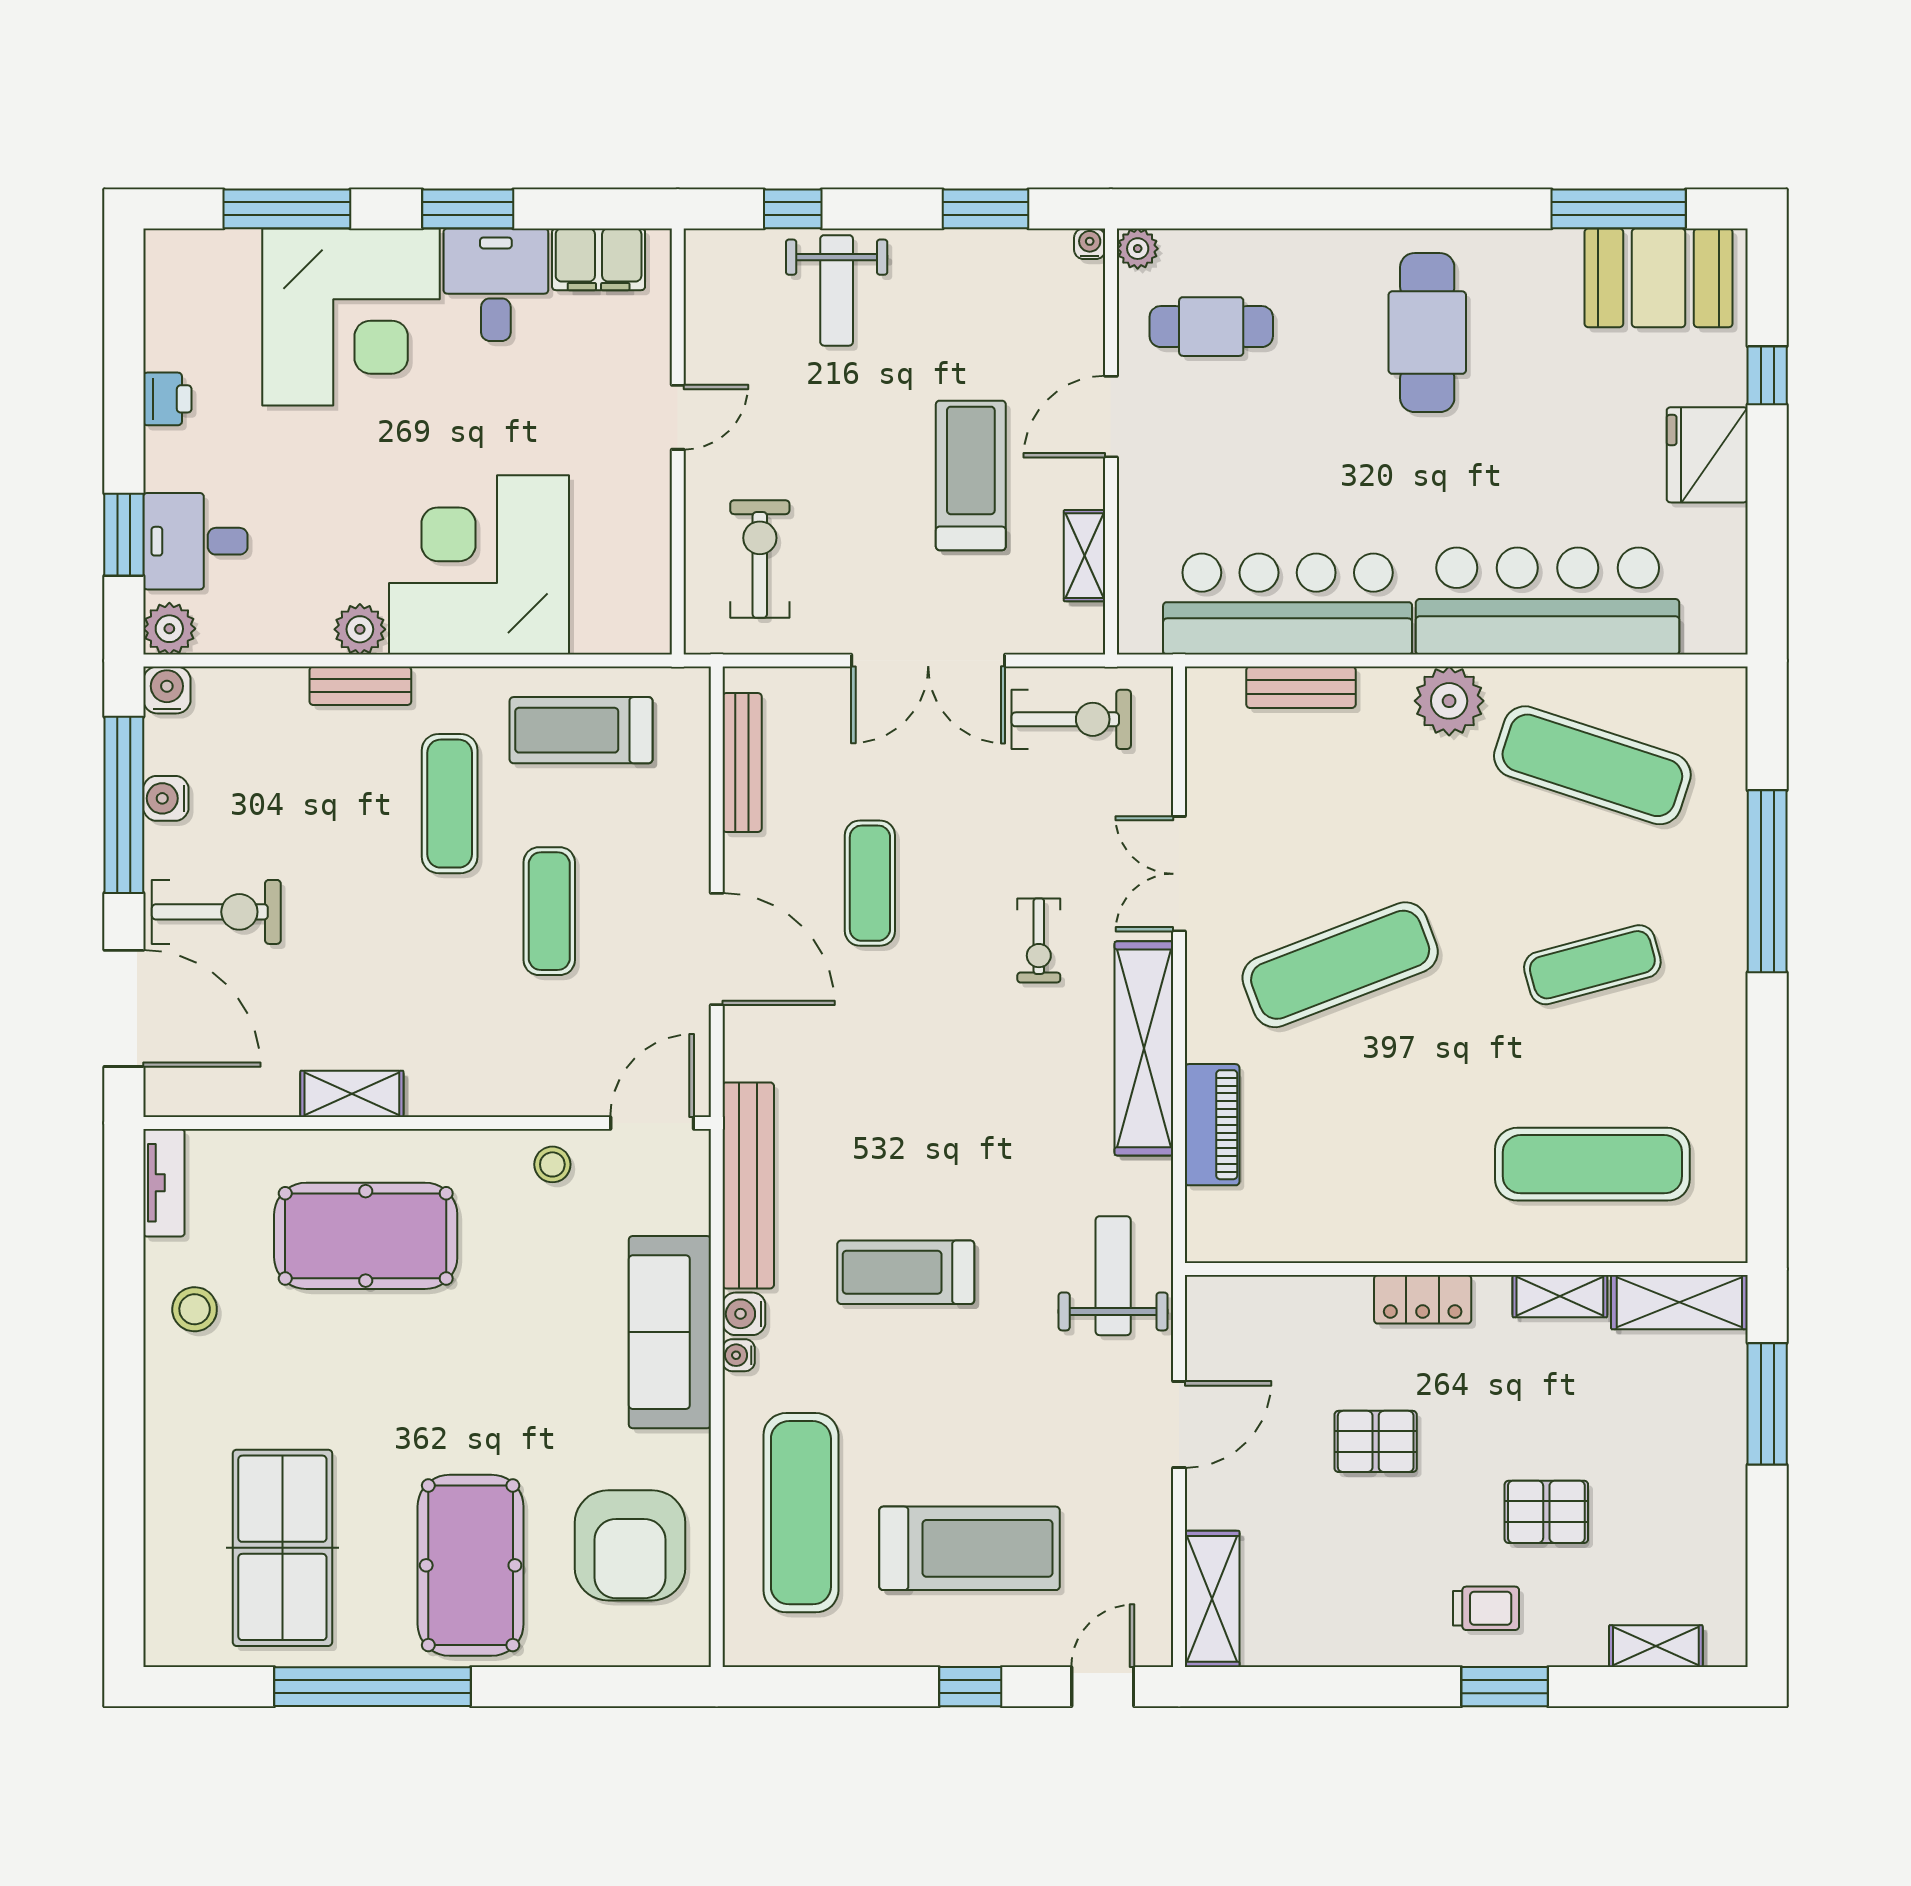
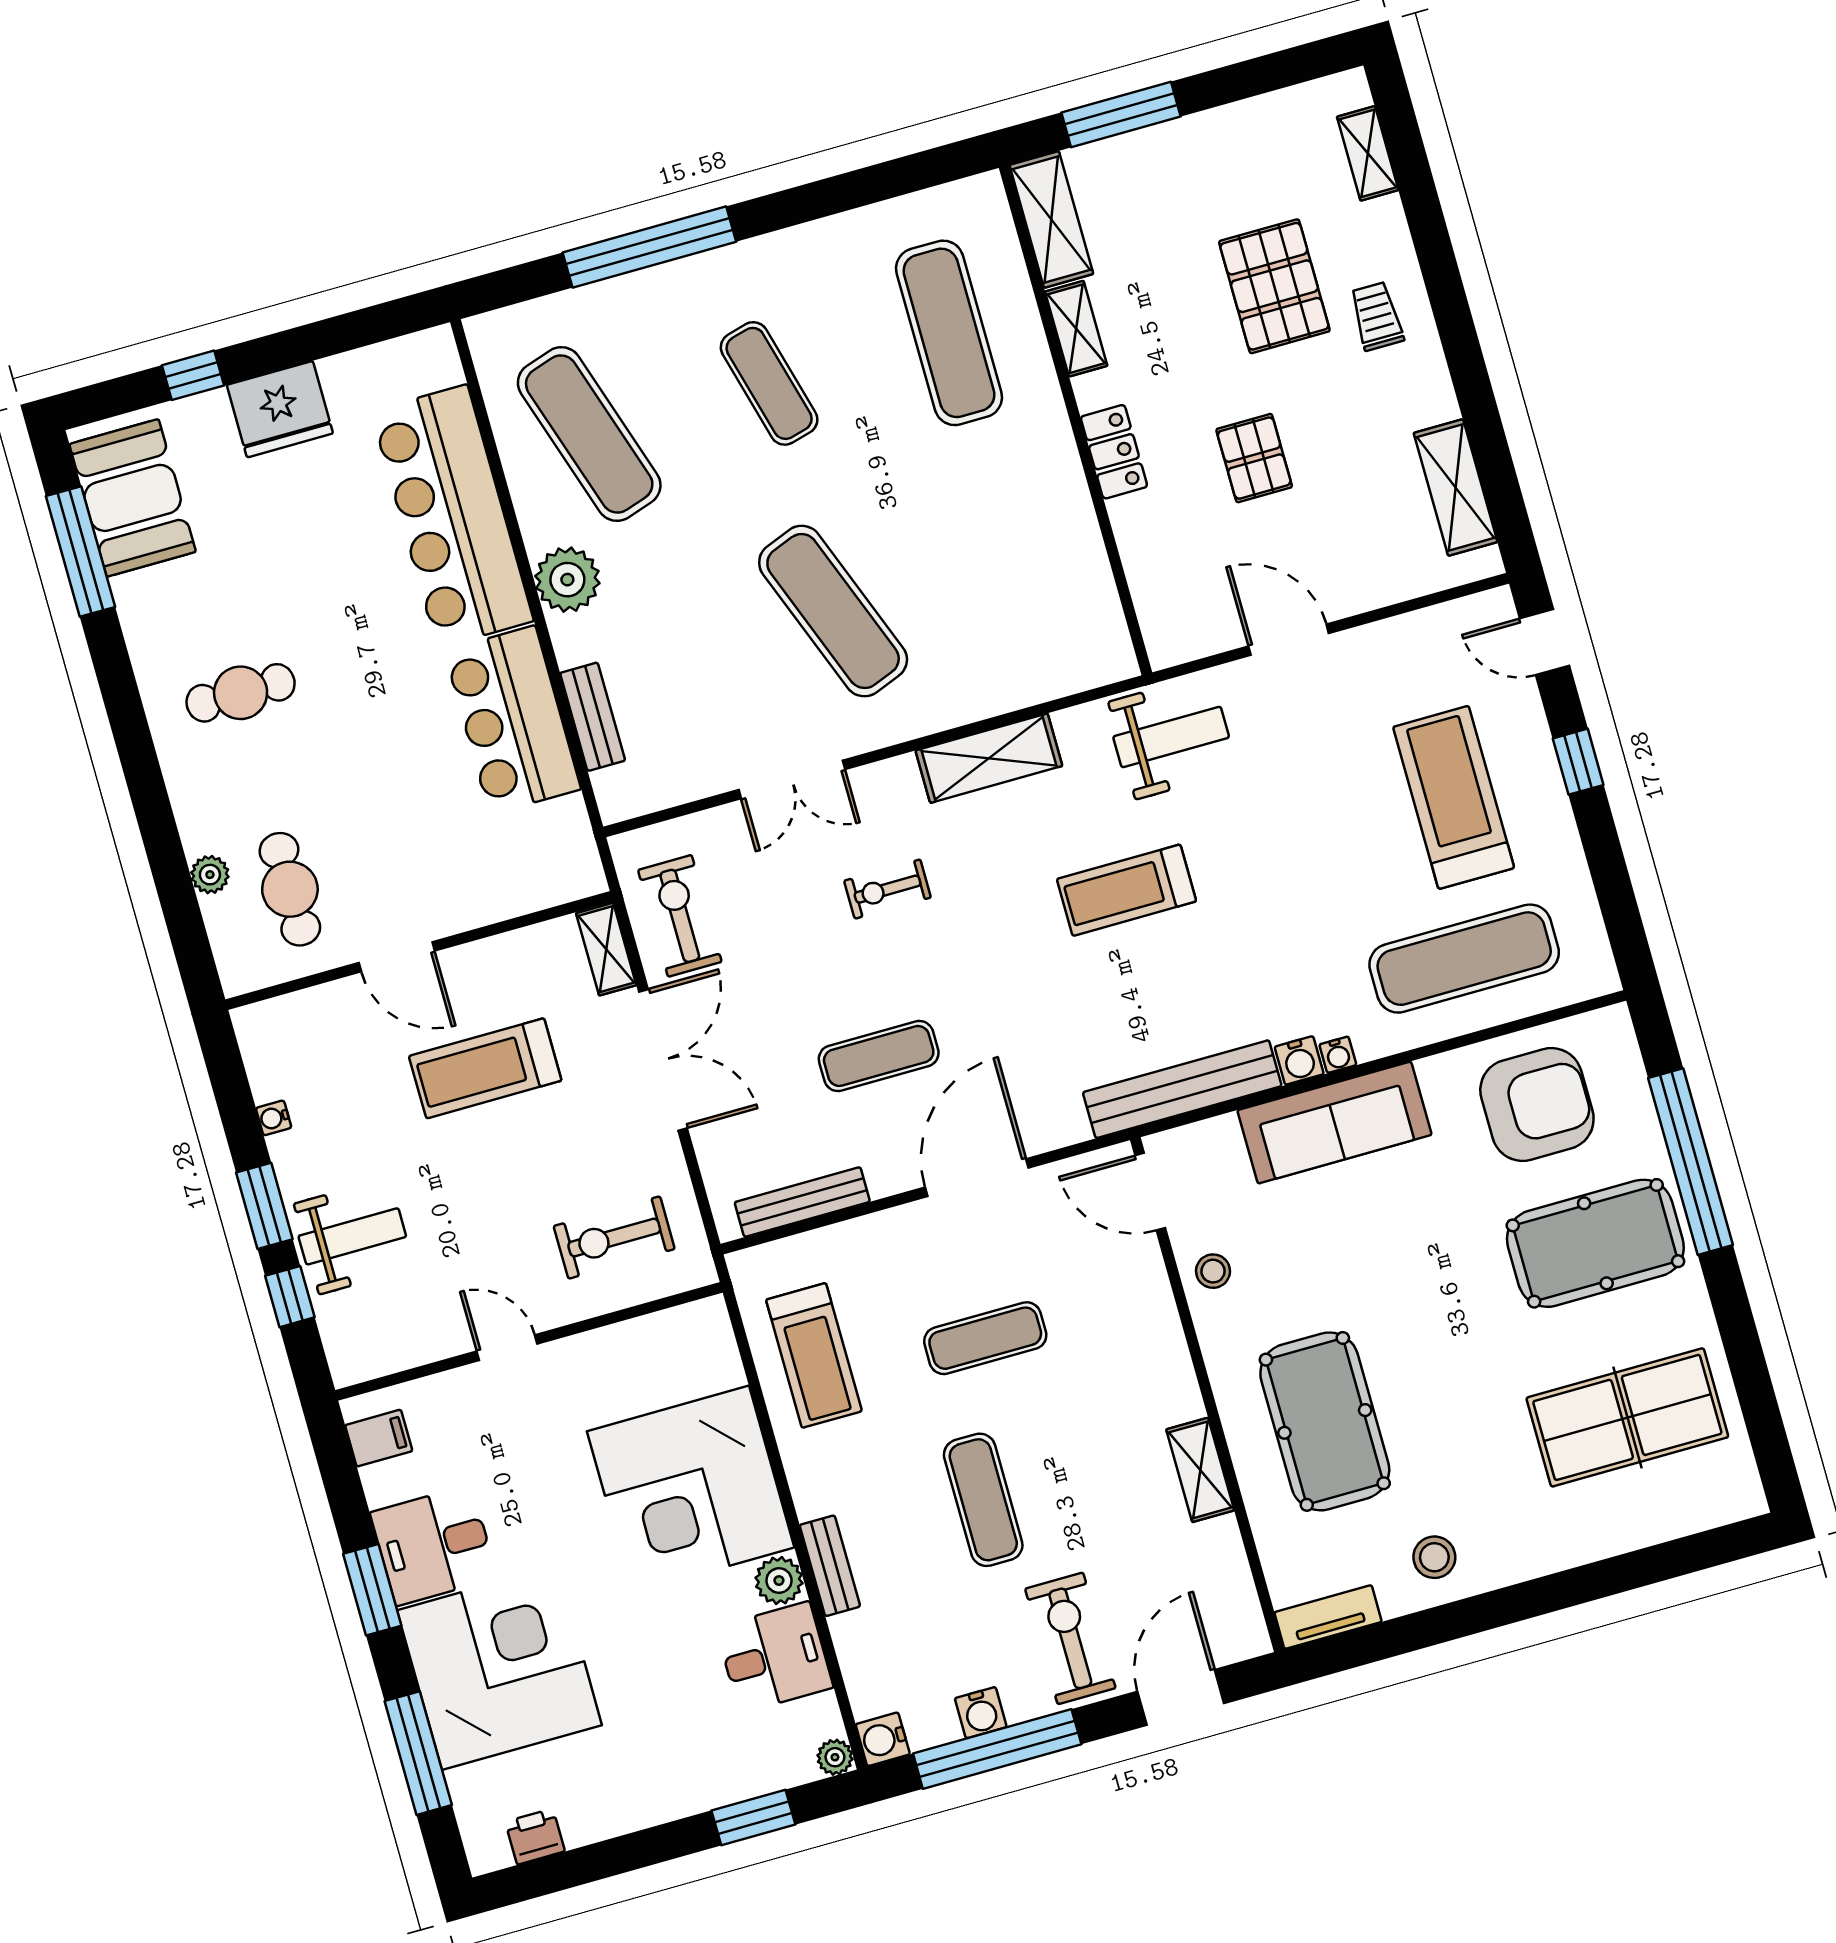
window: (985, 209) -> (264, 1206), moved
water cooler: (1090, 244) -> (274, 1118), moved
plant: (1138, 249) -> (210, 875), moved
filing cabinet: (599, 259) -> (379, 1438), width x0.50
cafe table: (1427, 333) -> (241, 693), width x0.73, depth x0.74
printer: (167, 399) -> (535, 1837), moved
desk: (195, 541) -> (775, 1657), moved, turned -90
shelving: (1084, 556) -> (606, 949), moved, turned 90
bar counter: (1288, 604) -> (512, 720), width x0.73
plant: (169, 629) -> (835, 1757), width x0.73, depth x0.73
exercise mat: (1592, 765) -> (589, 434), turned -36
exercise mat: (450, 804) -> (983, 1500), moved, turned 90
exercise bike: (1039, 940) -> (887, 889), turned 180
door: (124, 1008) -> (1181, 1697), width x0.73
shelving: (1144, 1048) -> (989, 758), width x0.68
piano: (1212, 1125) -> (1010, 686), removed
treadmill: (906, 1272) -> (1126, 890), moved, turned 90
weight bench: (1113, 1276) -> (1171, 737), turned 180
pallet: (1546, 1512) -> (1274, 286), width x1.50, depth x1.42
shelving: (1212, 1599) -> (1456, 488), moved, turned 90
window: (373, 1687) -> (1691, 1162), moved
window: (1505, 1687) -> (1443, 280), removed

